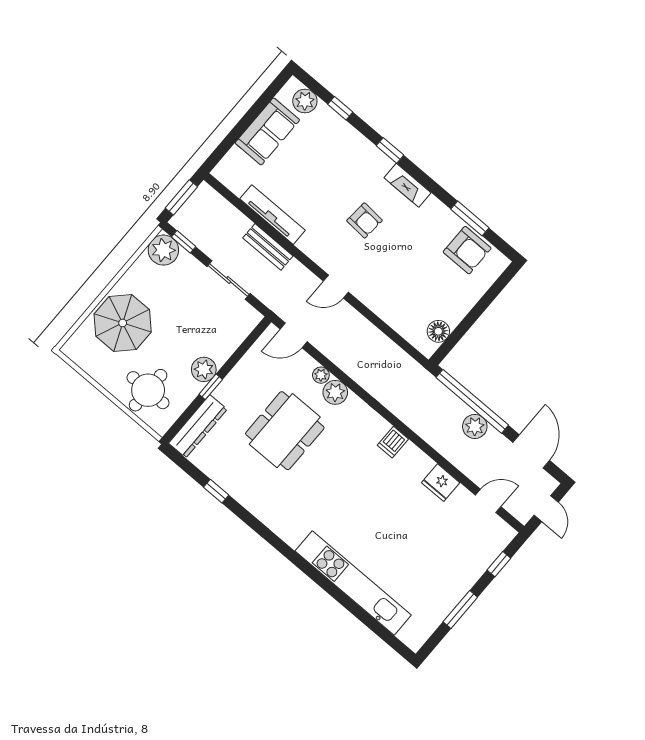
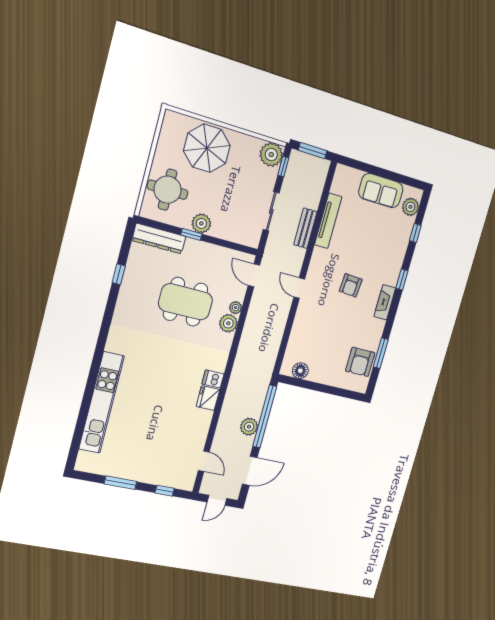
fridge: (441, 483) -> (208, 398), moved

